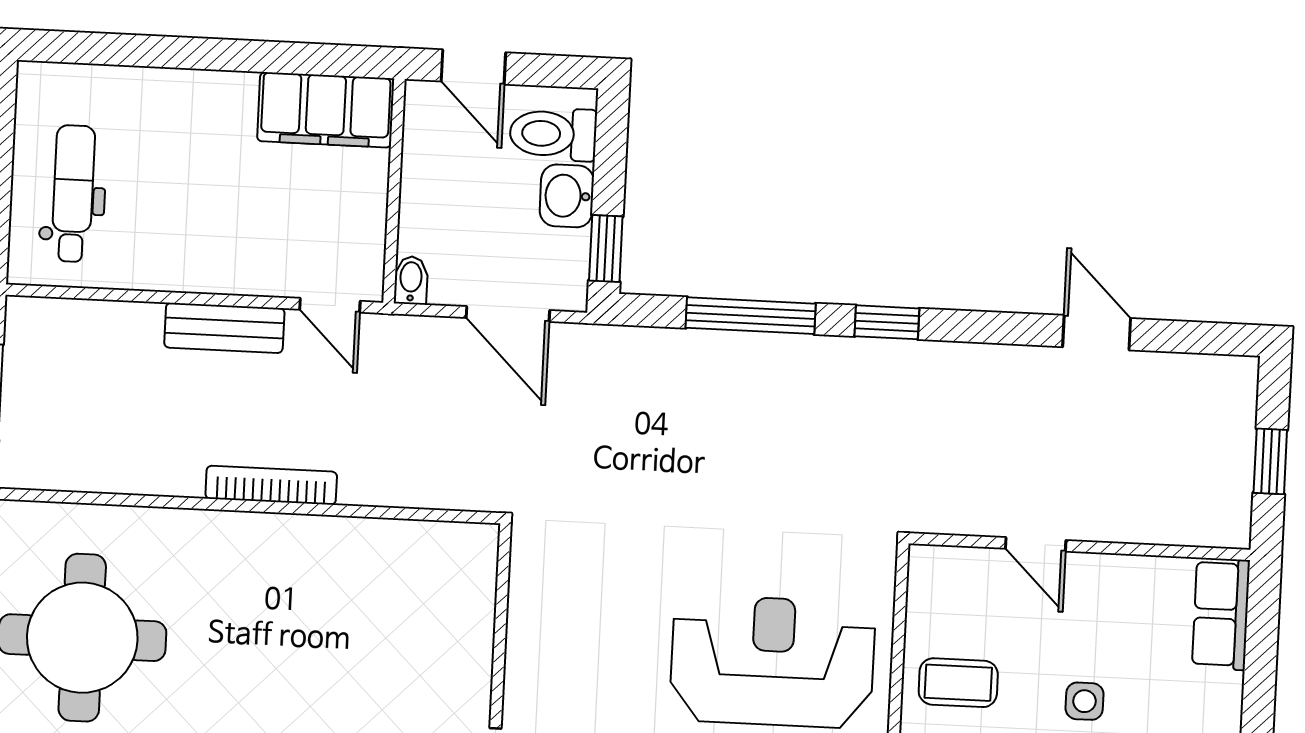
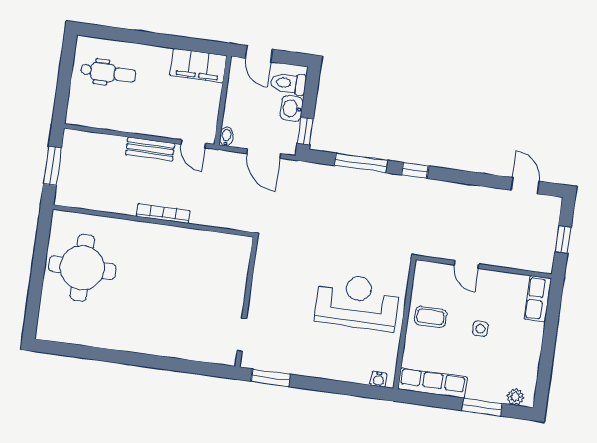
dental chair: (73, 194) -> (108, 73), moved, turned 90
door: (1097, 333) -> (525, 186), moved

